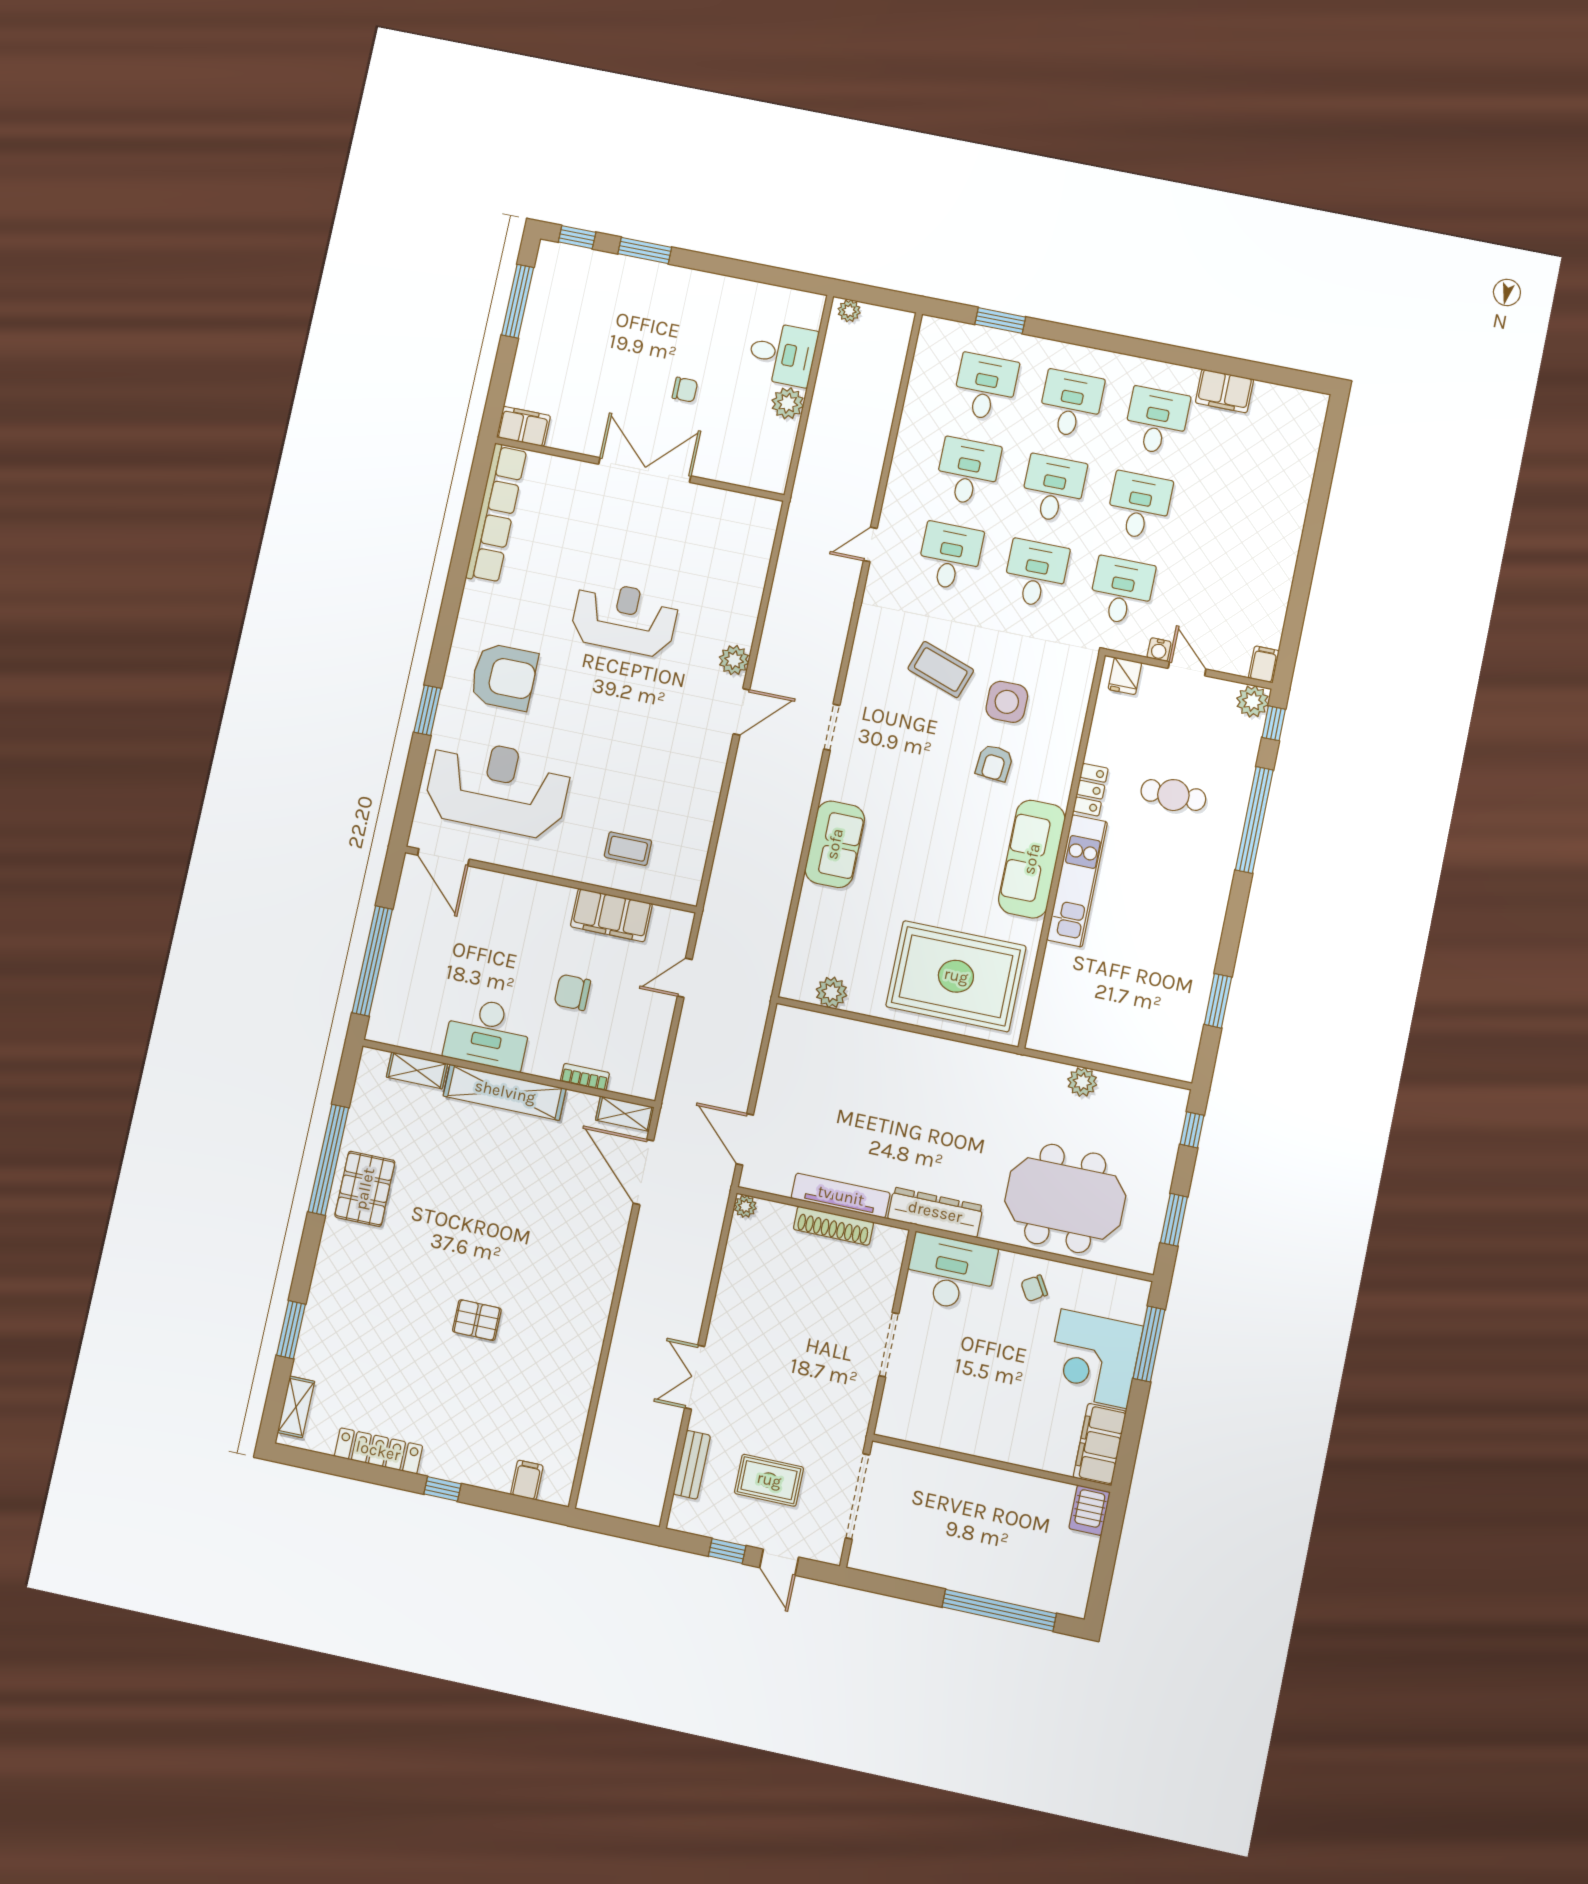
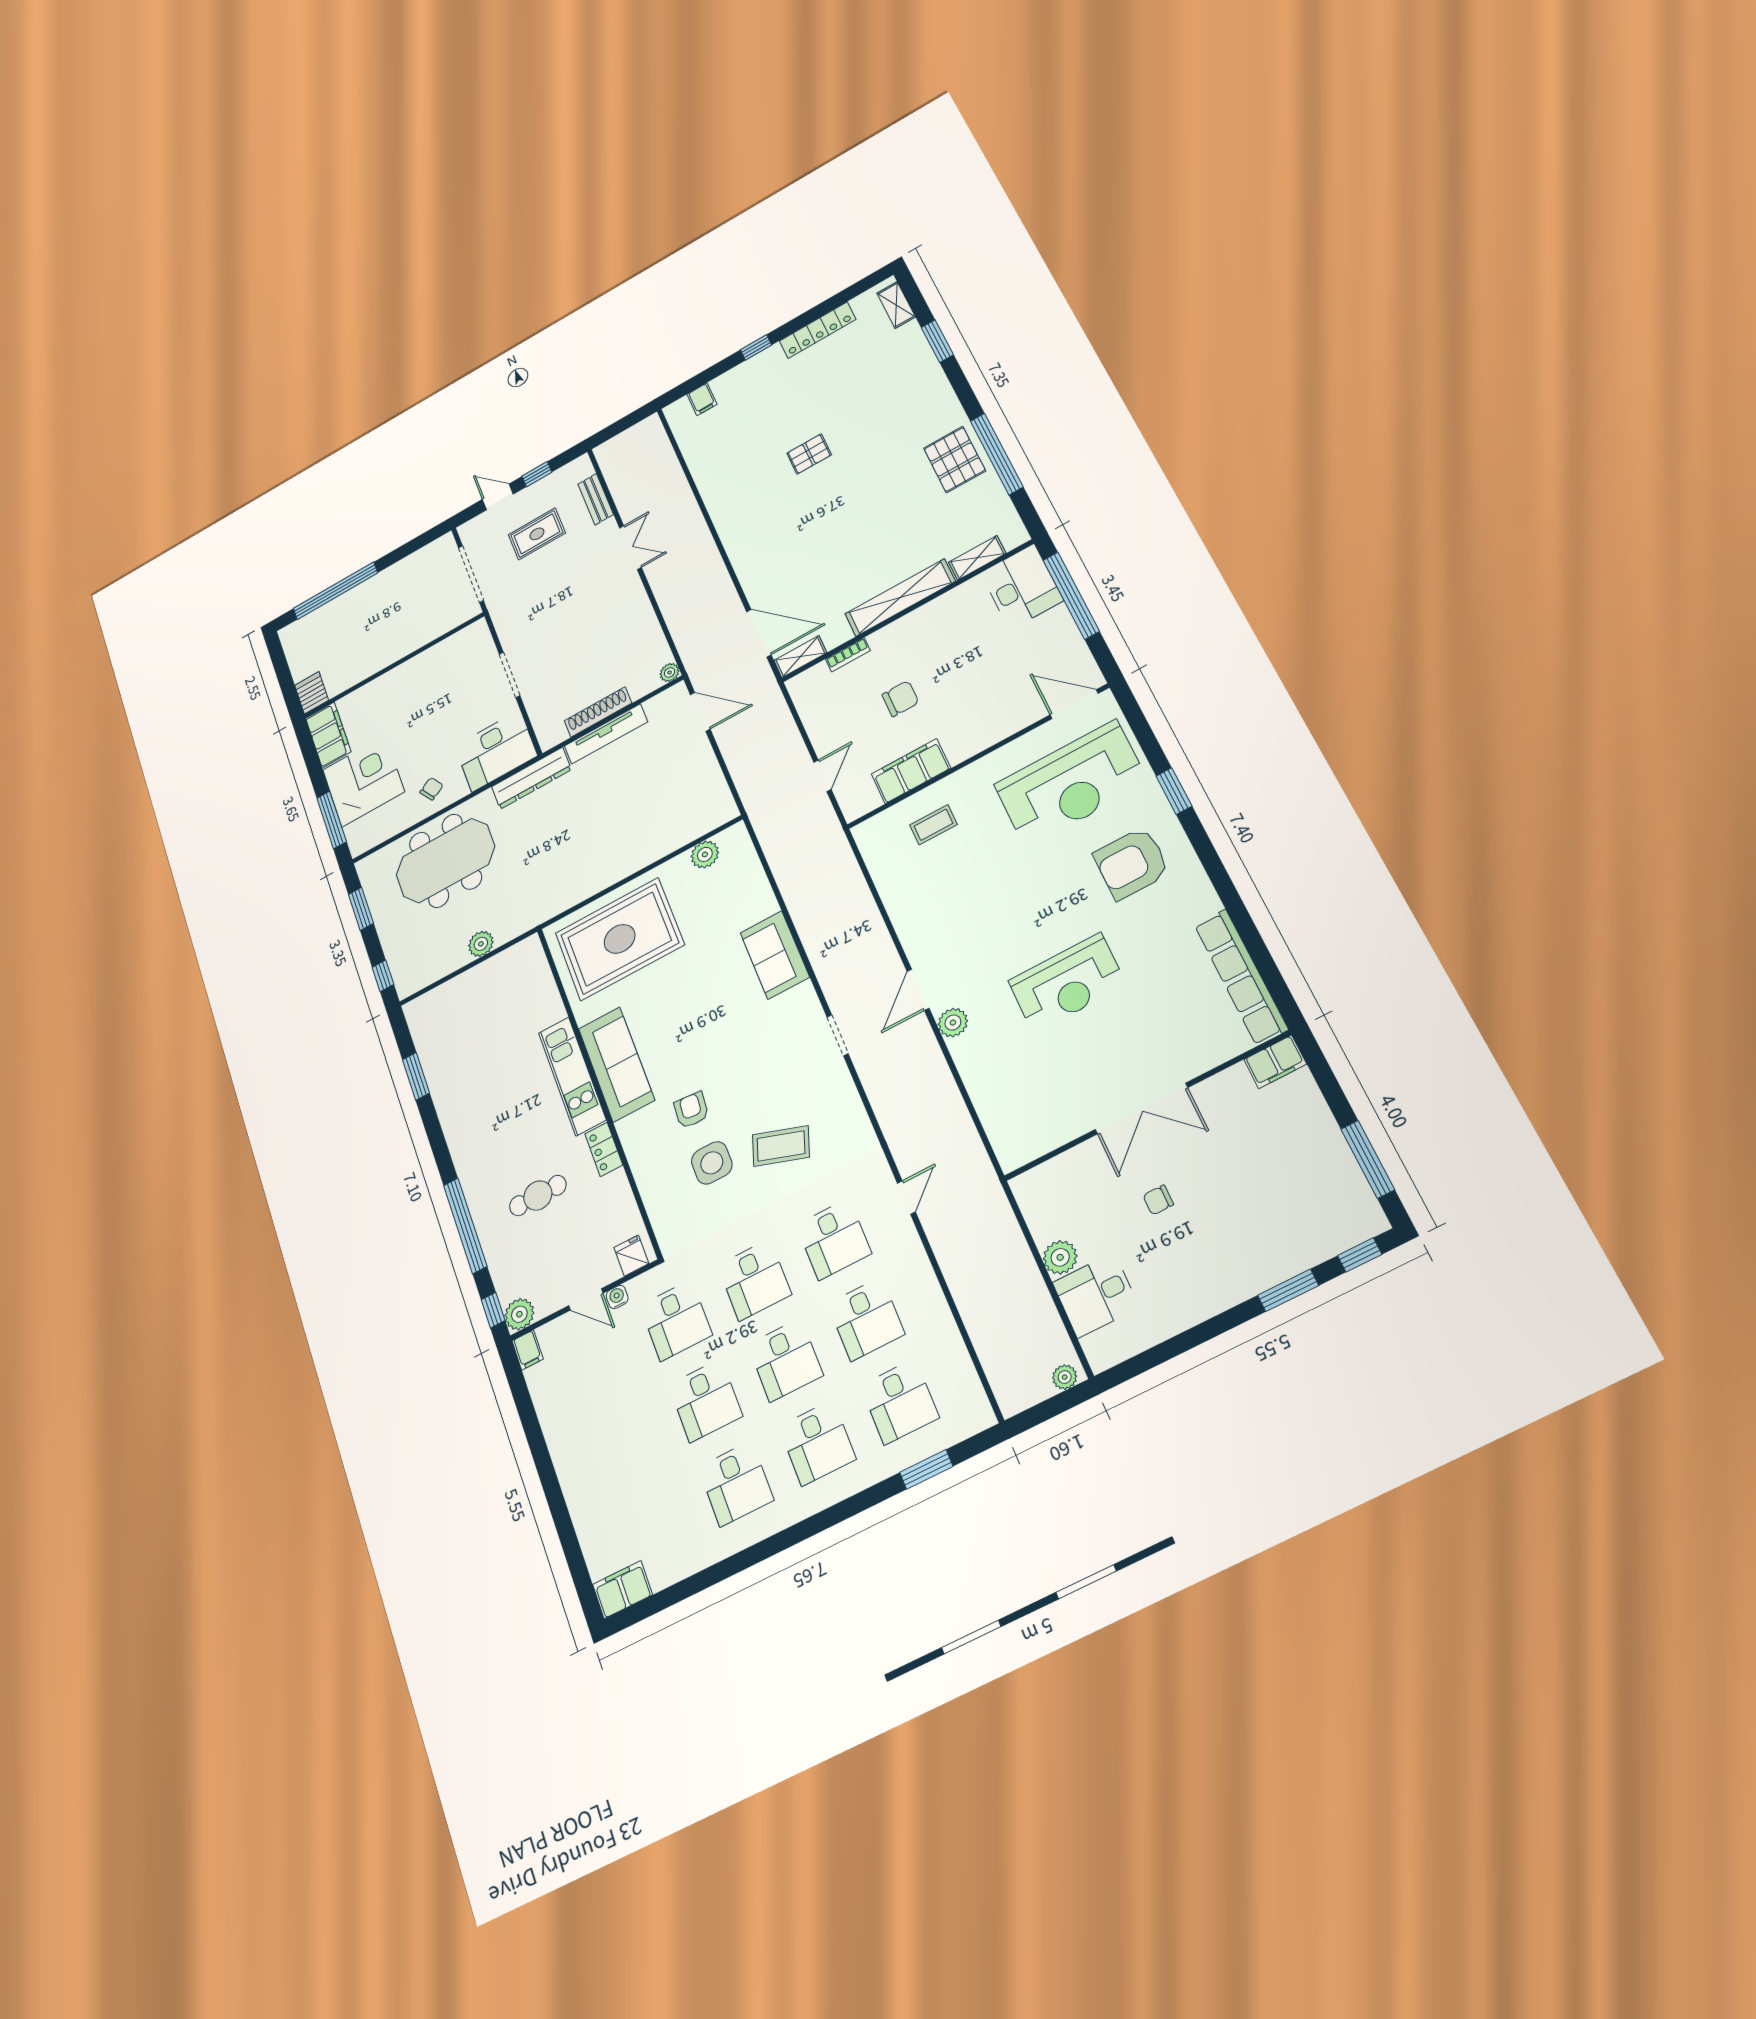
filing cabinet: (1224, 391) -> (622, 1590), moved
desk: (488, 1034) -> (1022, 587), moved, turned 90

